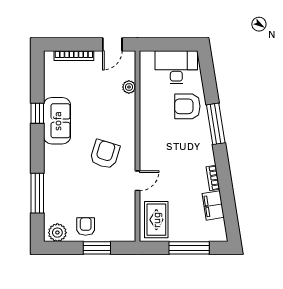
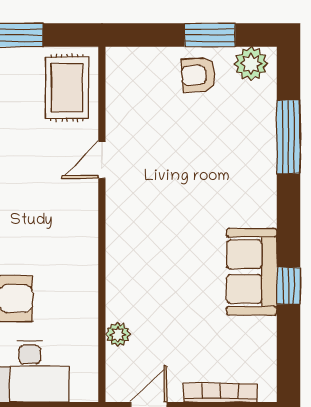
armchair: (105, 154) -> (163, 209), removed
armchair: (86, 227) -> (198, 75), turned 86
window: (97, 248) -> (210, 35), moved

